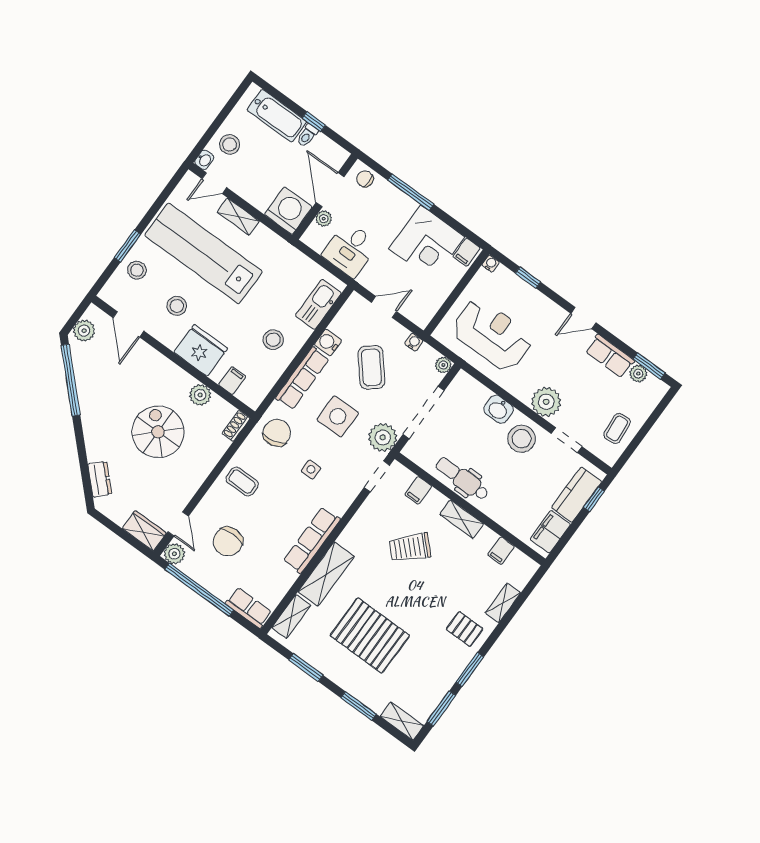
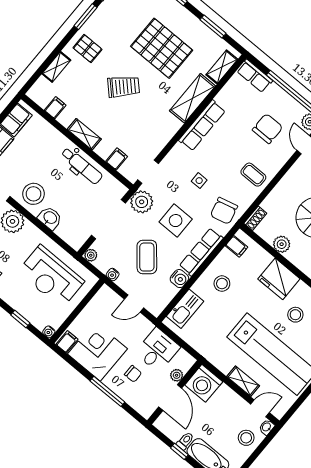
chair: (365, 179) -> (133, 374), moved
filing cabinet: (232, 381) -> (237, 246), moved, turned -90
trolley: (410, 548) -> (124, 87), moved

